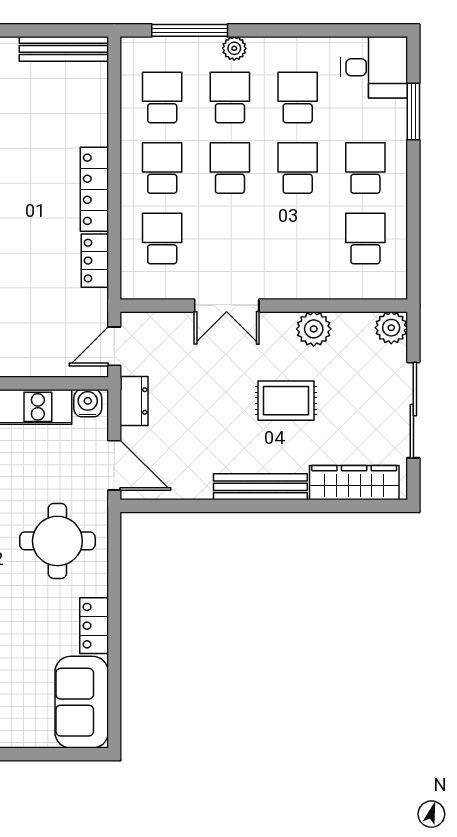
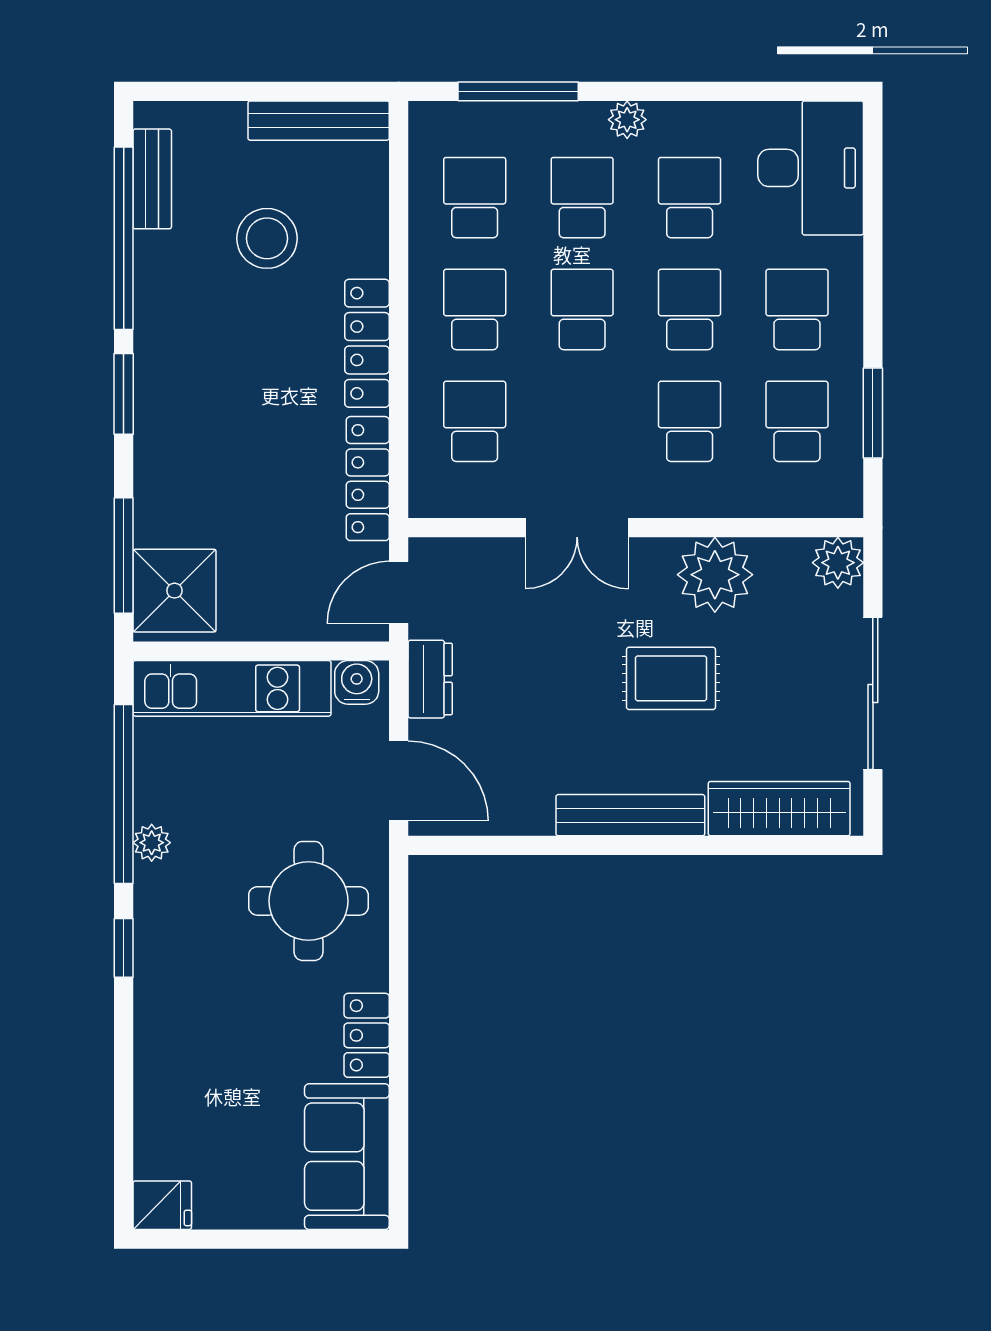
plant: (234, 48) -> (627, 120), moved
desk: (374, 67) -> (811, 168), width x1.37
window: (413, 111) -> (873, 413), moved
stool: (31, 123) -> (267, 238), added
school desk: (298, 239) -> (690, 421), added
locker: (95, 261) -> (368, 479), width x1.53
plant: (314, 329) -> (715, 575), width x1.36, depth x1.36

